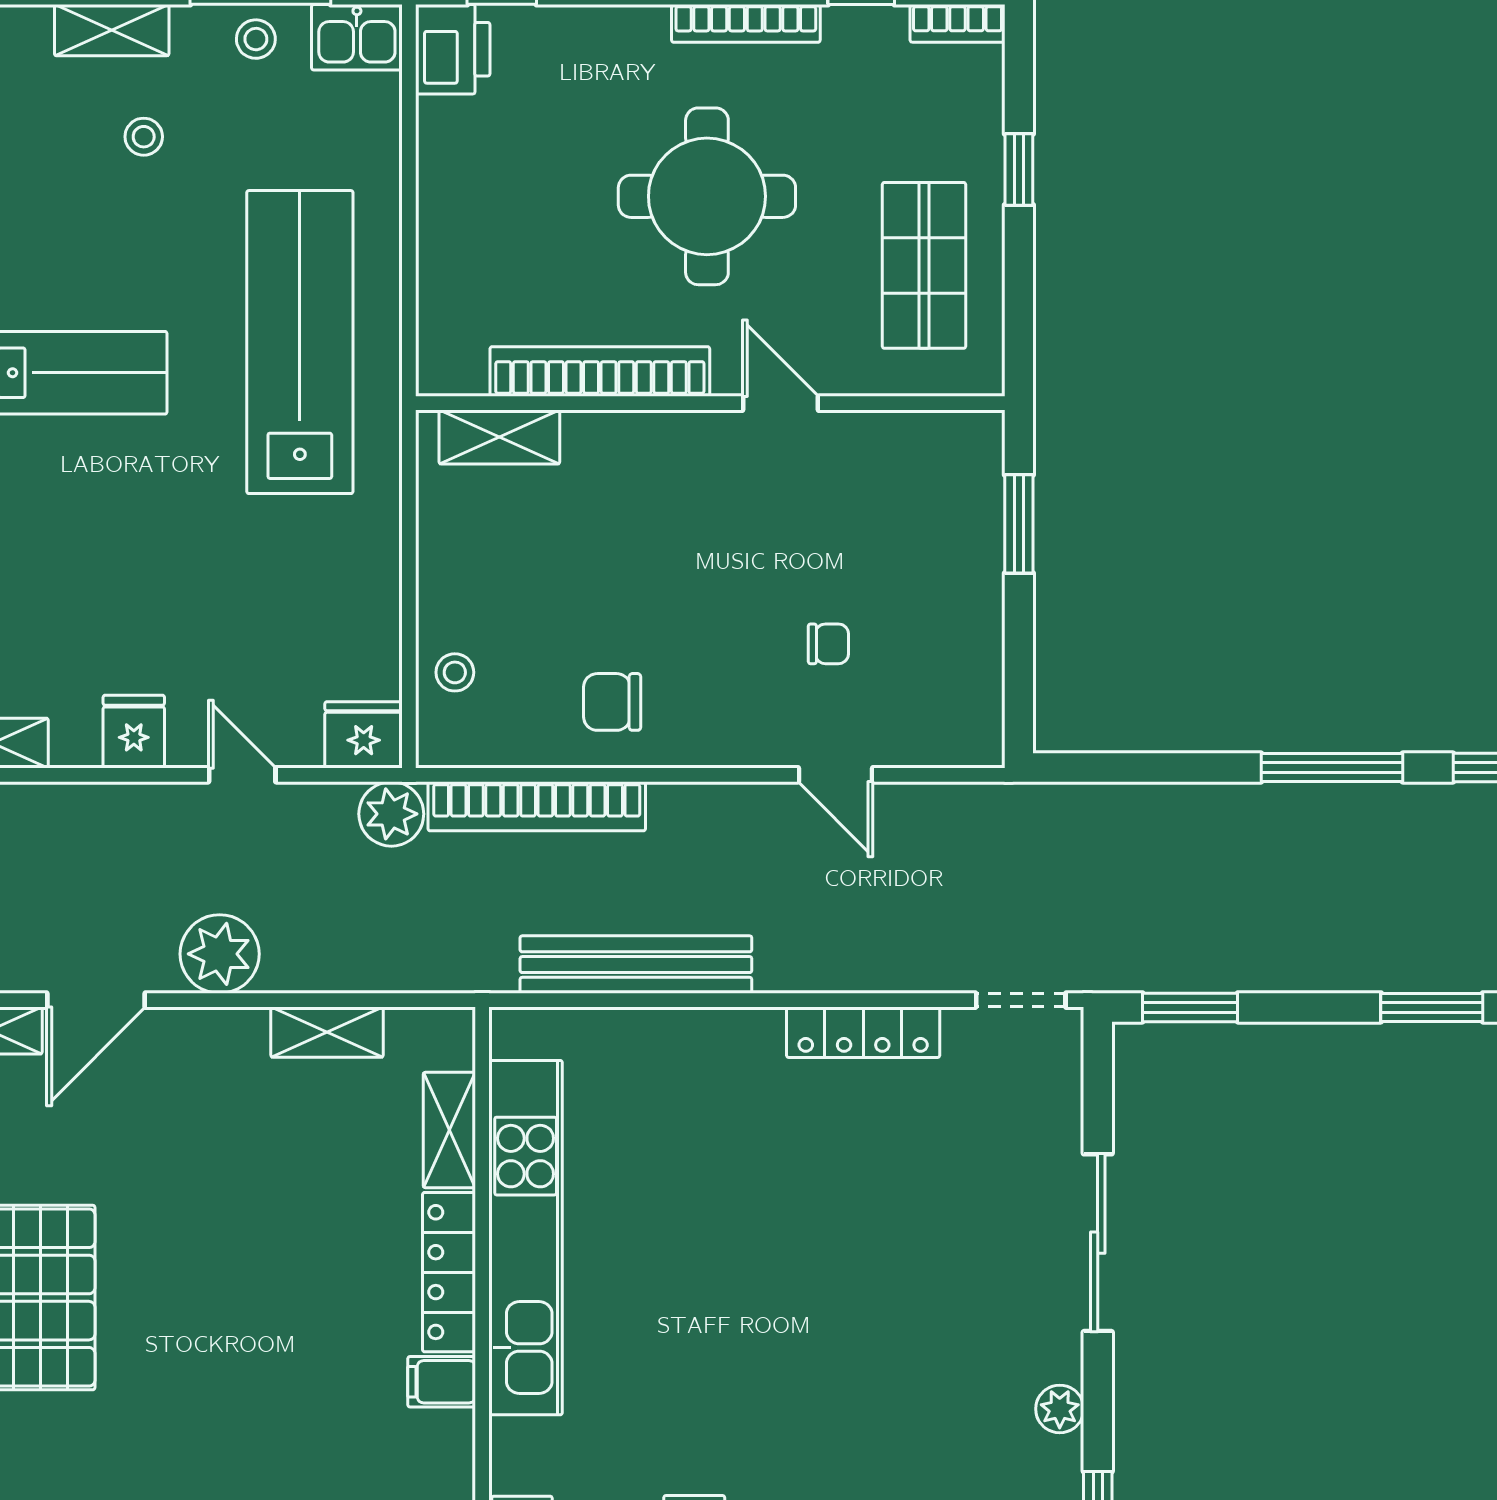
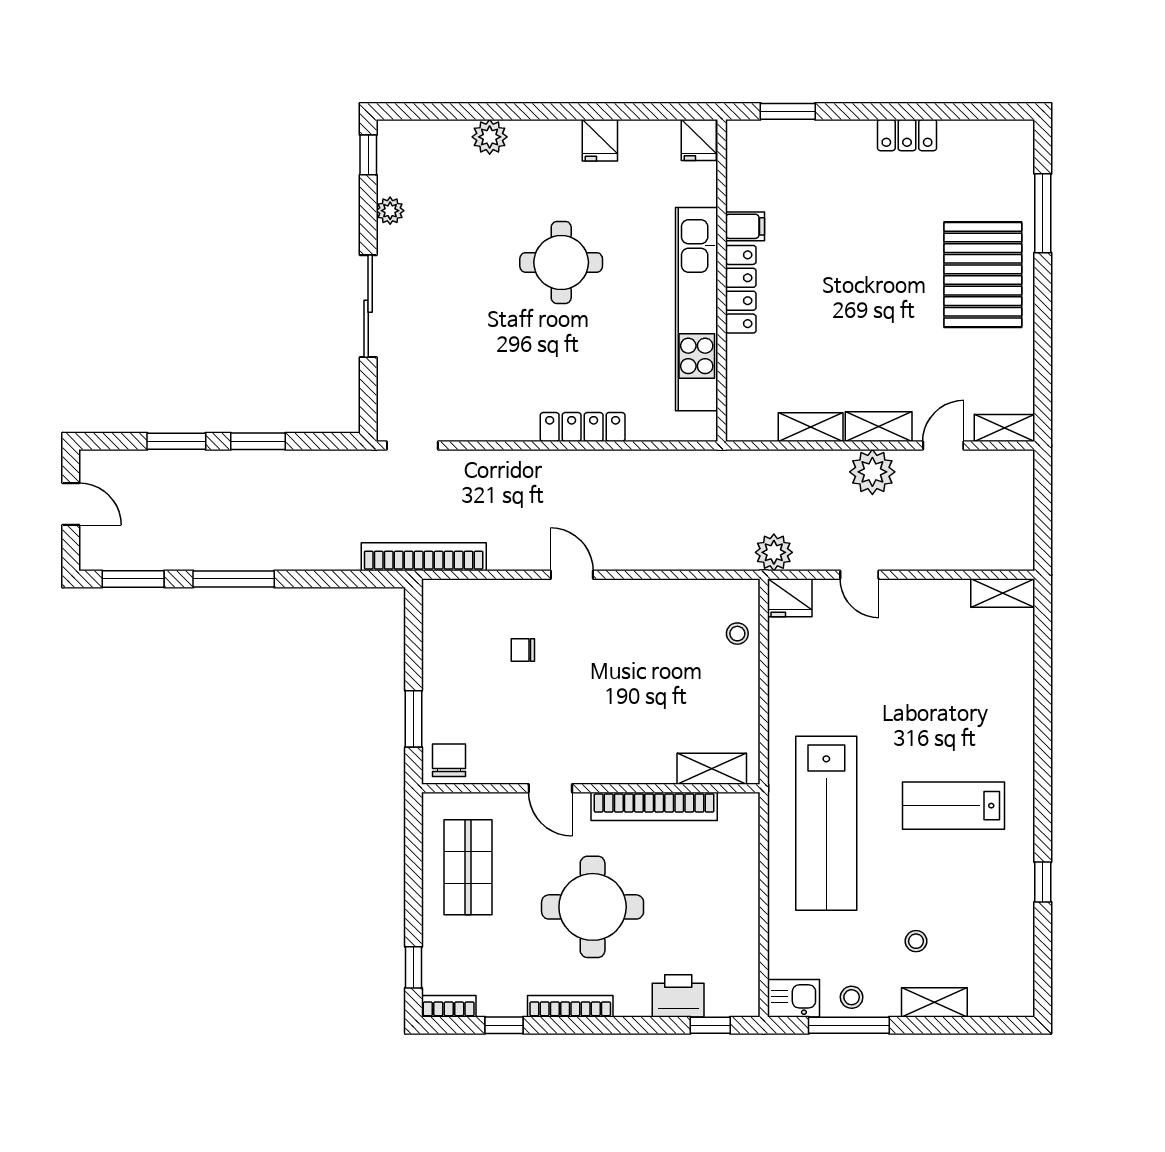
printer: (453, 49) -> (678, 996), moved, turned 90
window: (1019, 169) -> (413, 967), moved
chair: (612, 702) -> (449, 760), moved, turned -90
fridge: (134, 732) -> (922, 600), removed
door: (836, 775) -> (572, 575), moved
bookcase: (537, 806) -> (424, 557), moved
bench: (636, 965) -> (633, 466), removed
door: (96, 1000) -> (943, 445), width x0.73
window: (1190, 1007) -> (258, 441), moved
locker: (863, 1032) -> (583, 427), moved
shelving: (449, 1130) -> (879, 427), moved, turned 90
round table: (762, 1319) -> (561, 262), added

